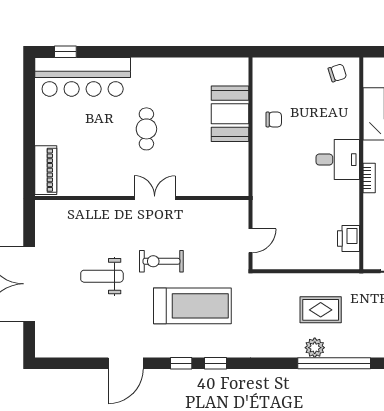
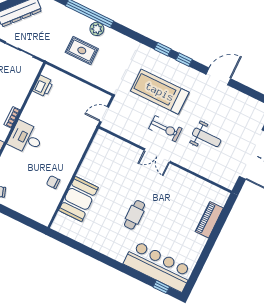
wall: (142, 198) -> (165, 160), moved
double door: (155, 198) -> (157, 156), moved

